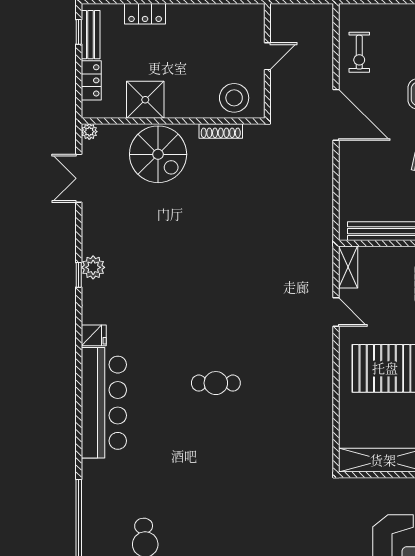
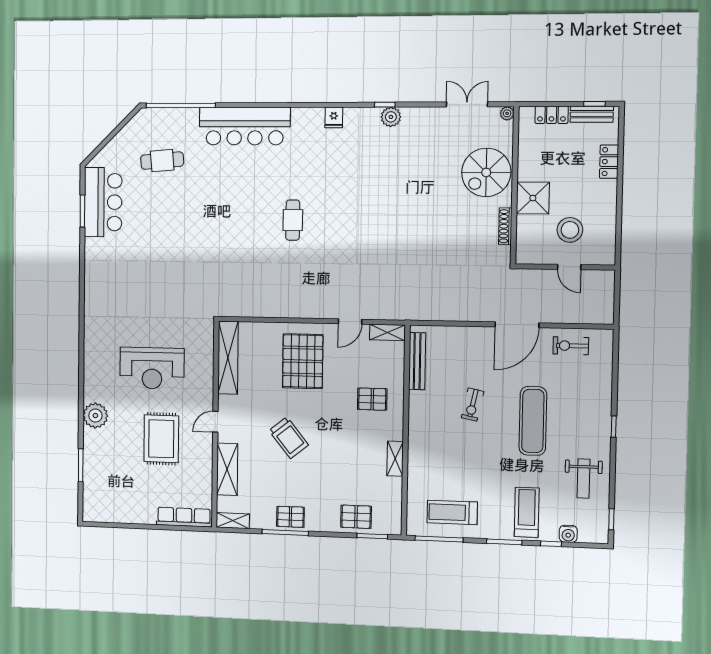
stool: (234, 98) -> (570, 230), moved
shower: (145, 100) -> (533, 198), moved
bar counter: (104, 403) -> (245, 126), moved

